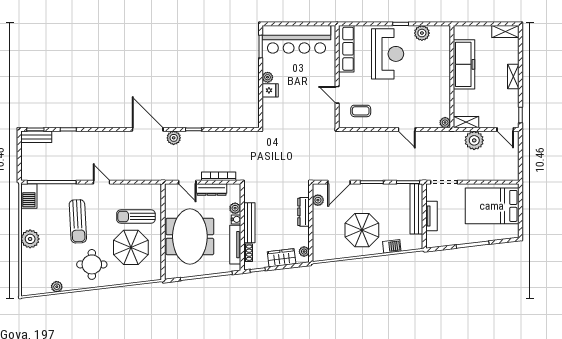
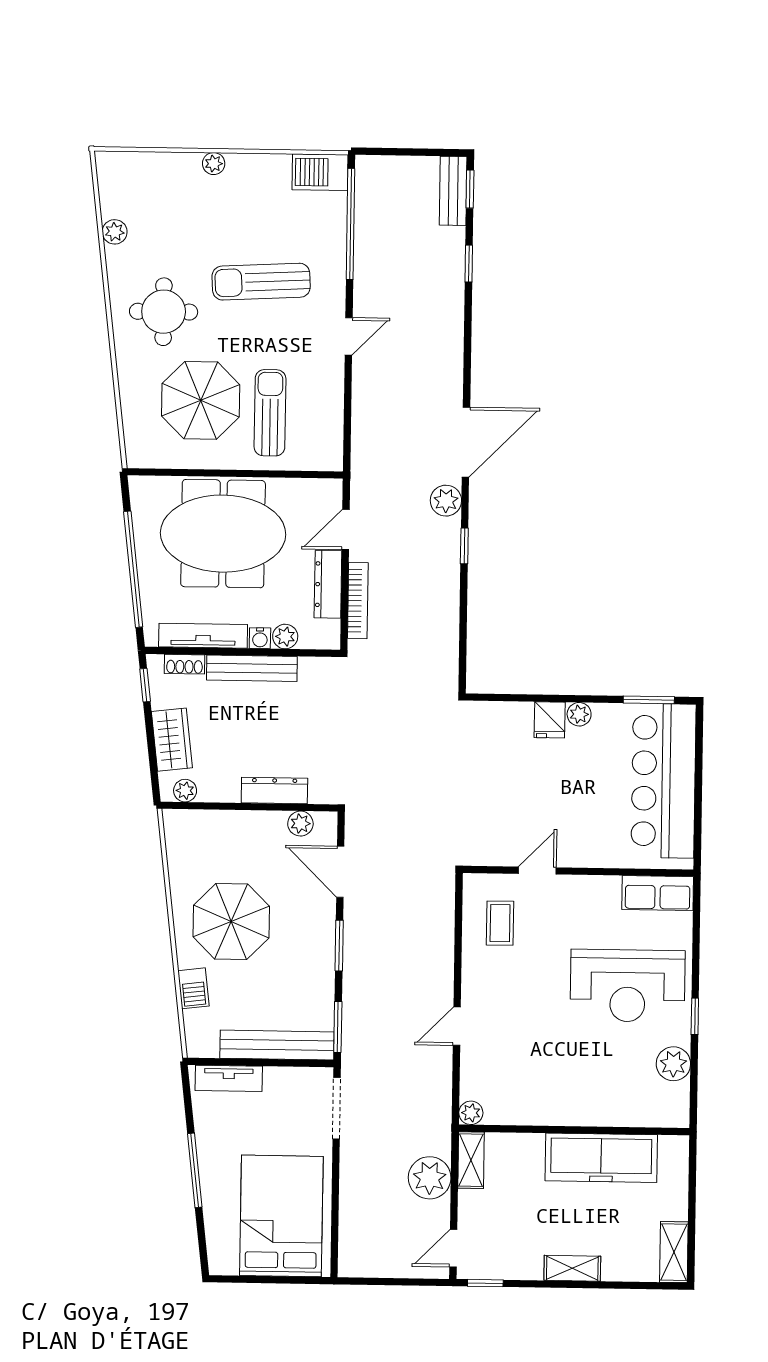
row of seats: (346, 49) -> (658, 893), width x0.68
tv unit: (431, 216) -> (229, 1078), moved
plant: (30, 239) -> (214, 164), width x0.53, depth x0.53

